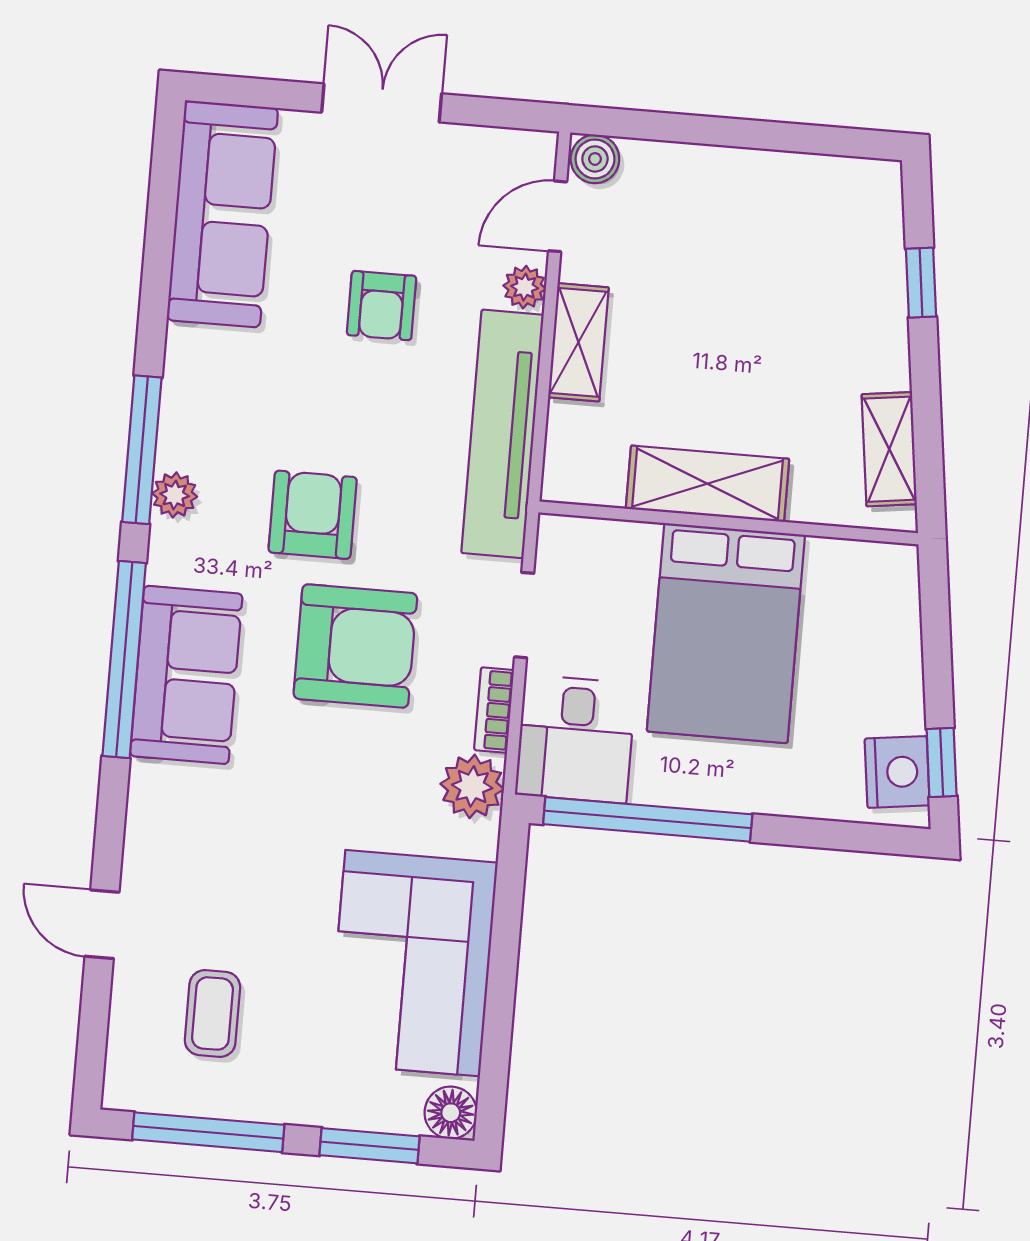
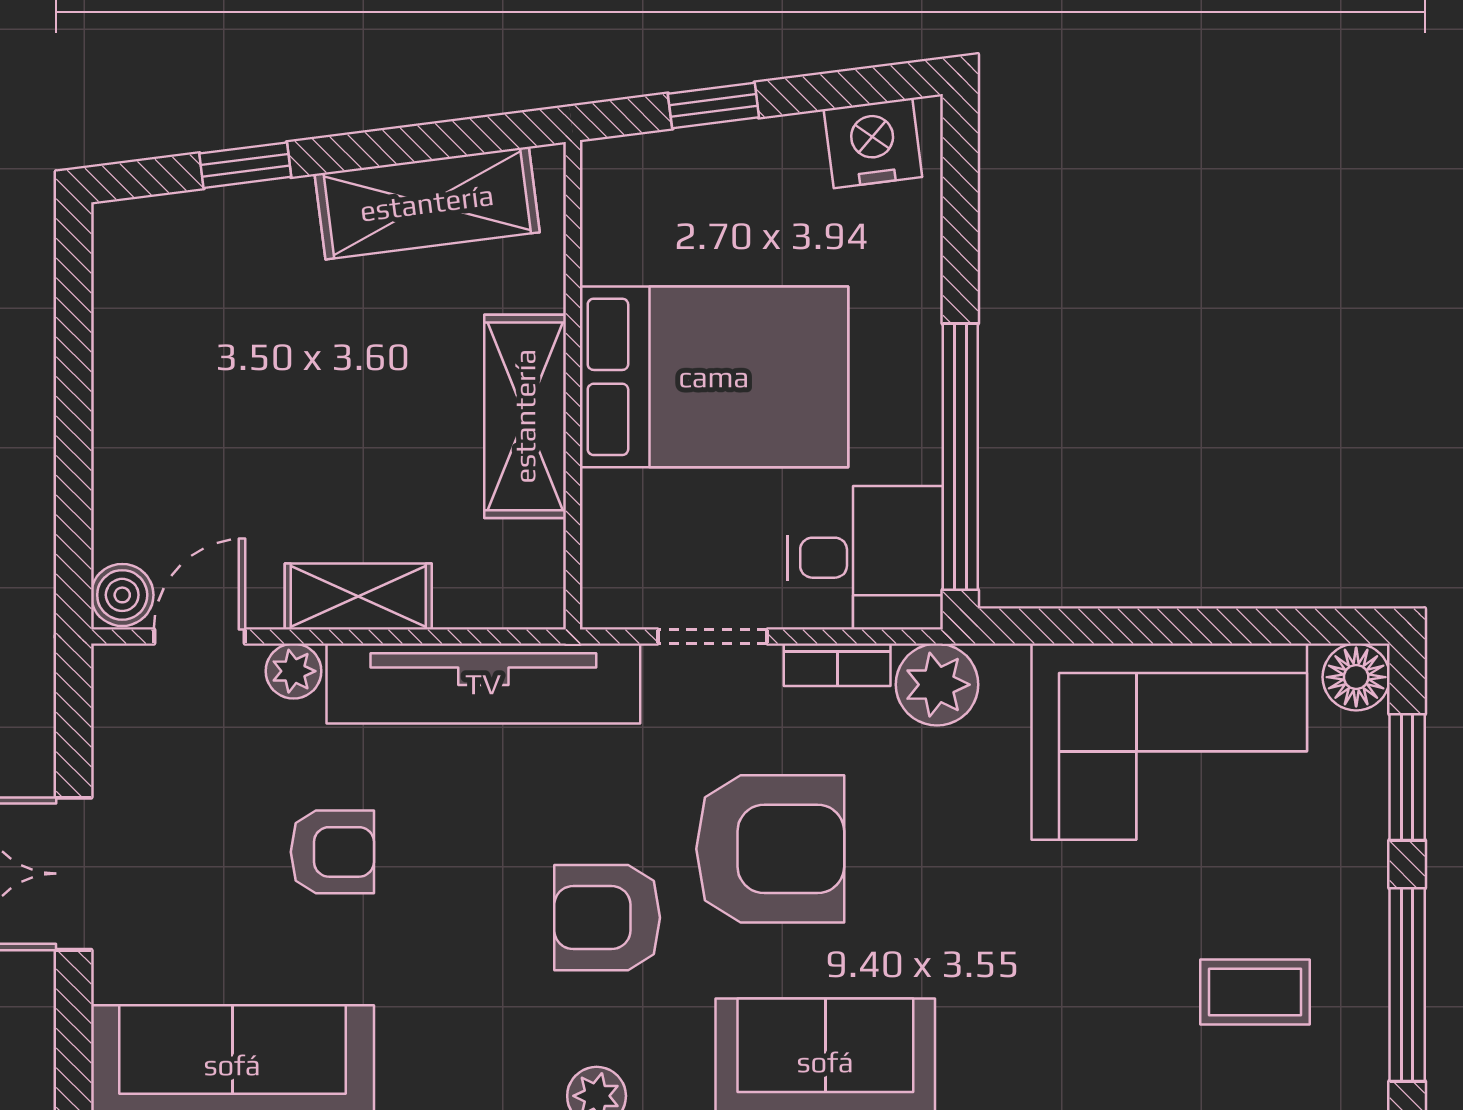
door: (558, 216) -> (199, 636), swing flipped
shelving: (889, 449) -> (427, 203), width x1.50, depth x1.33
armchair: (355, 646) -> (770, 849), turned 90
window: (942, 762) -> (713, 106), moved

